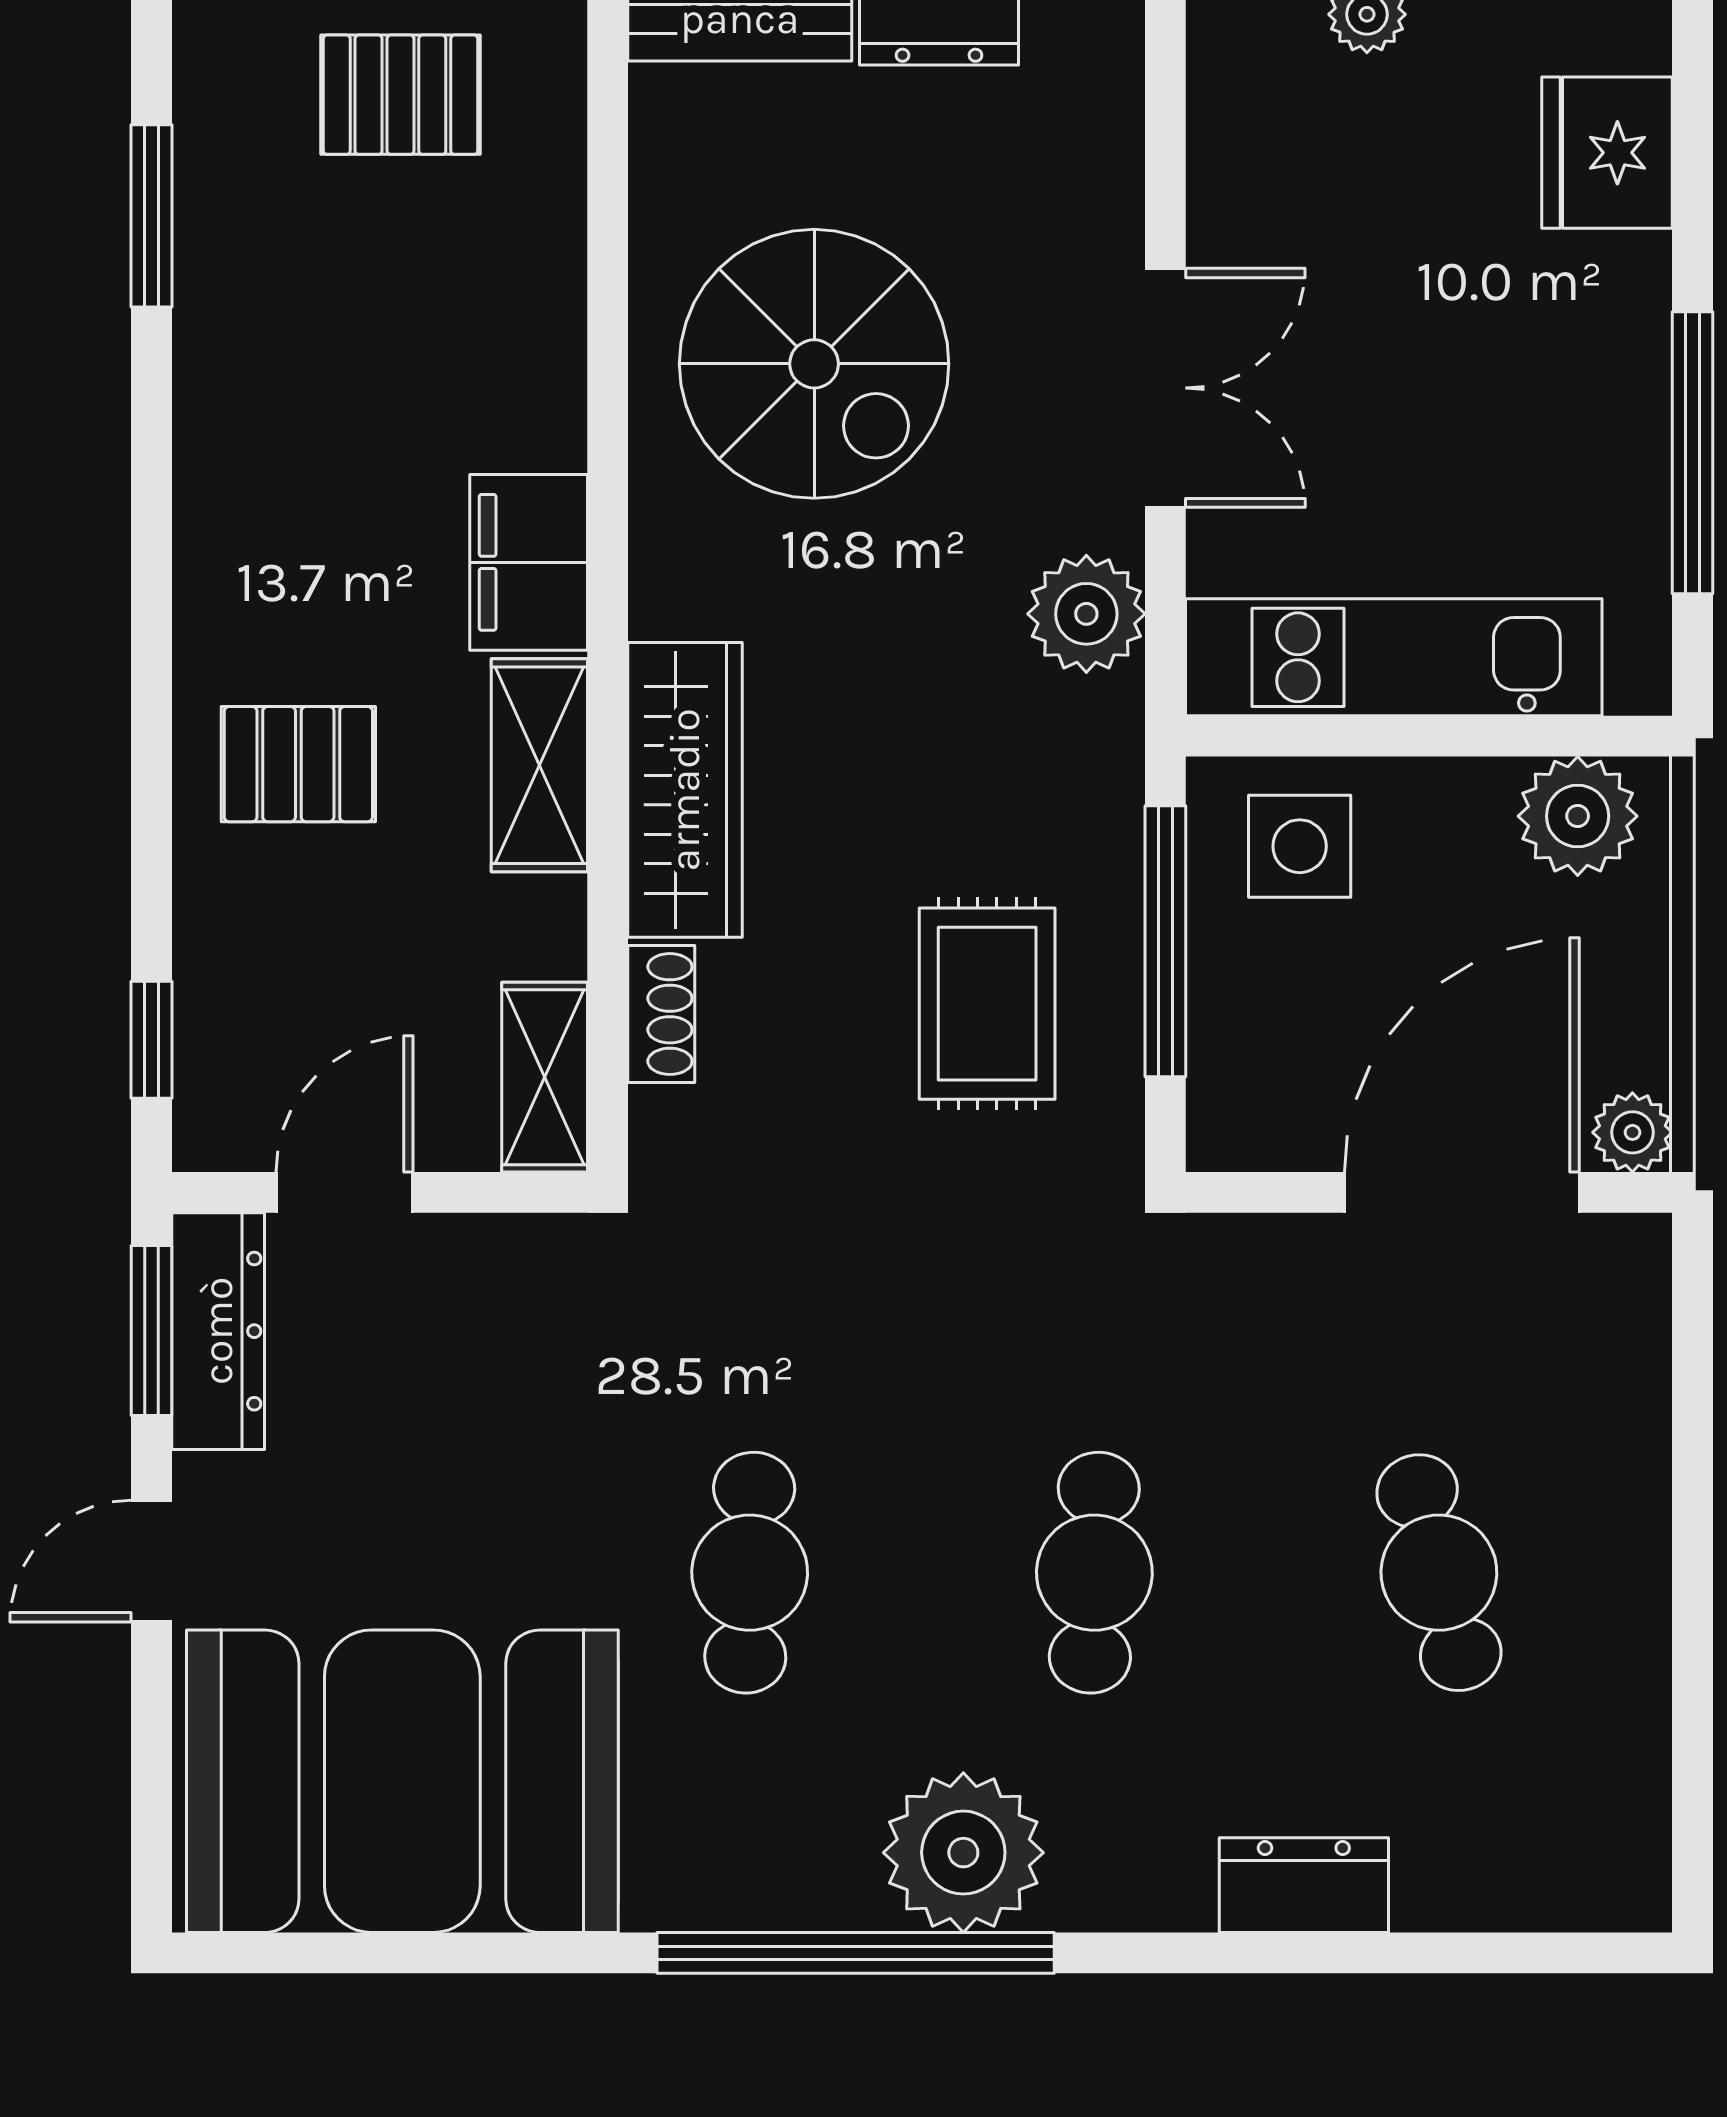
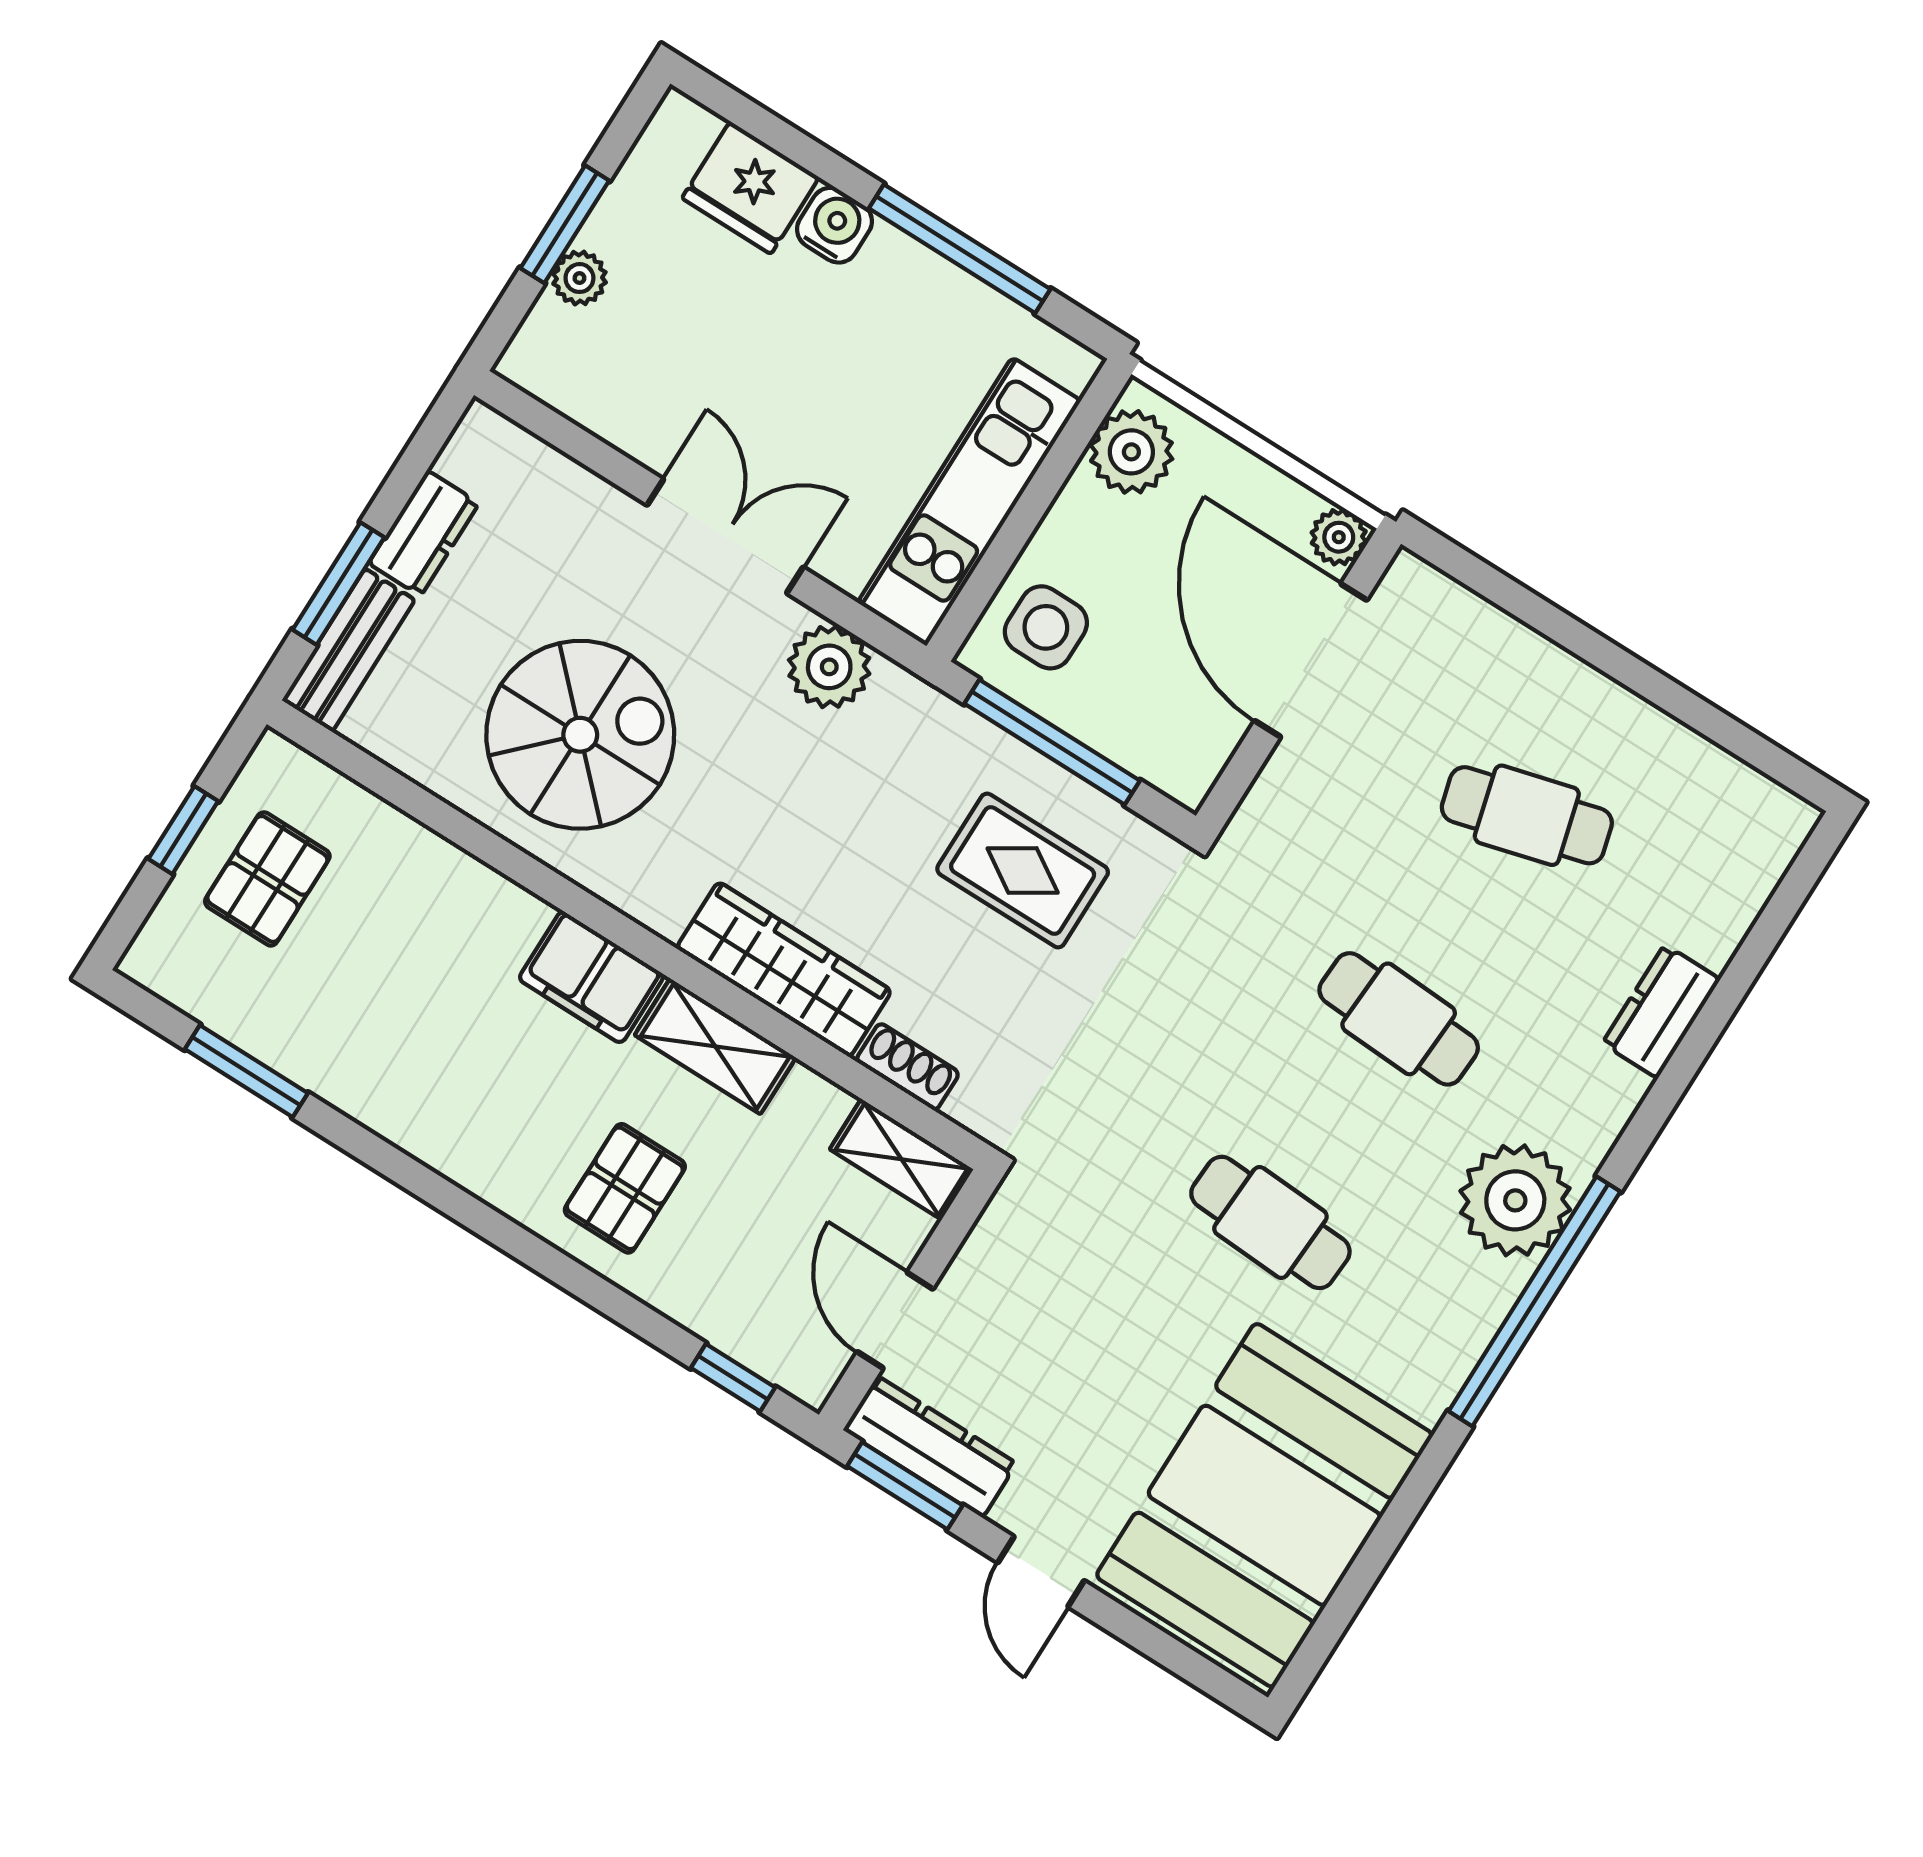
water cooler: (1626, 283) -> (834, 225), added

